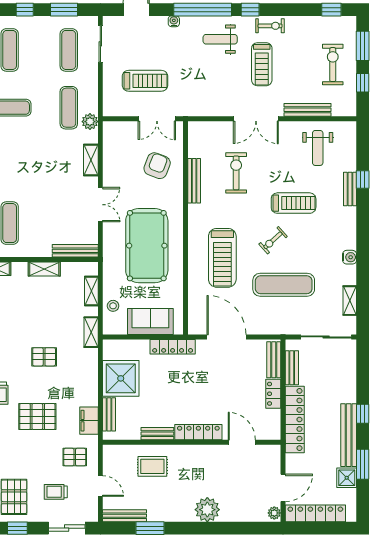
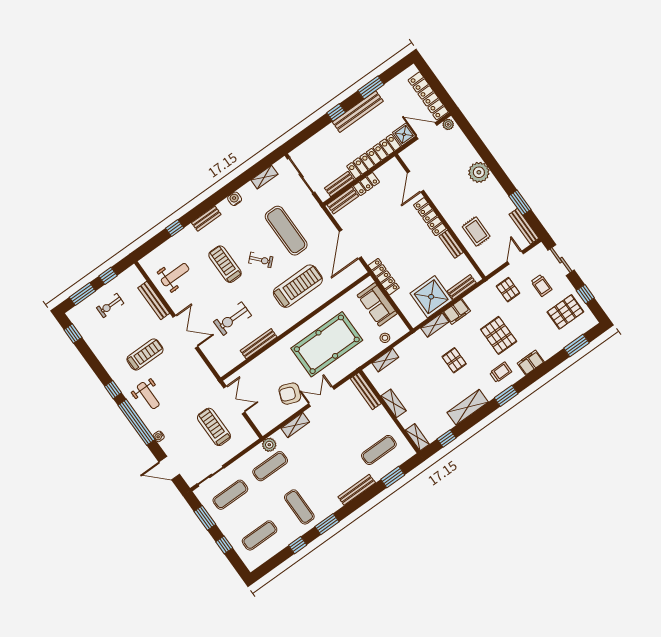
exercise bike: (270, 26) -> (114, 368), removed
exercise bike: (333, 65) -> (110, 305), width x0.73, depth x0.72
armchair: (157, 166) -> (290, 394), moved
bench: (350, 189) -> (206, 219), moved
shelving: (91, 332) -> (435, 325), moved
filing cabinet: (89, 421) -> (457, 312), moved
shower: (347, 478) -> (404, 134), moved

